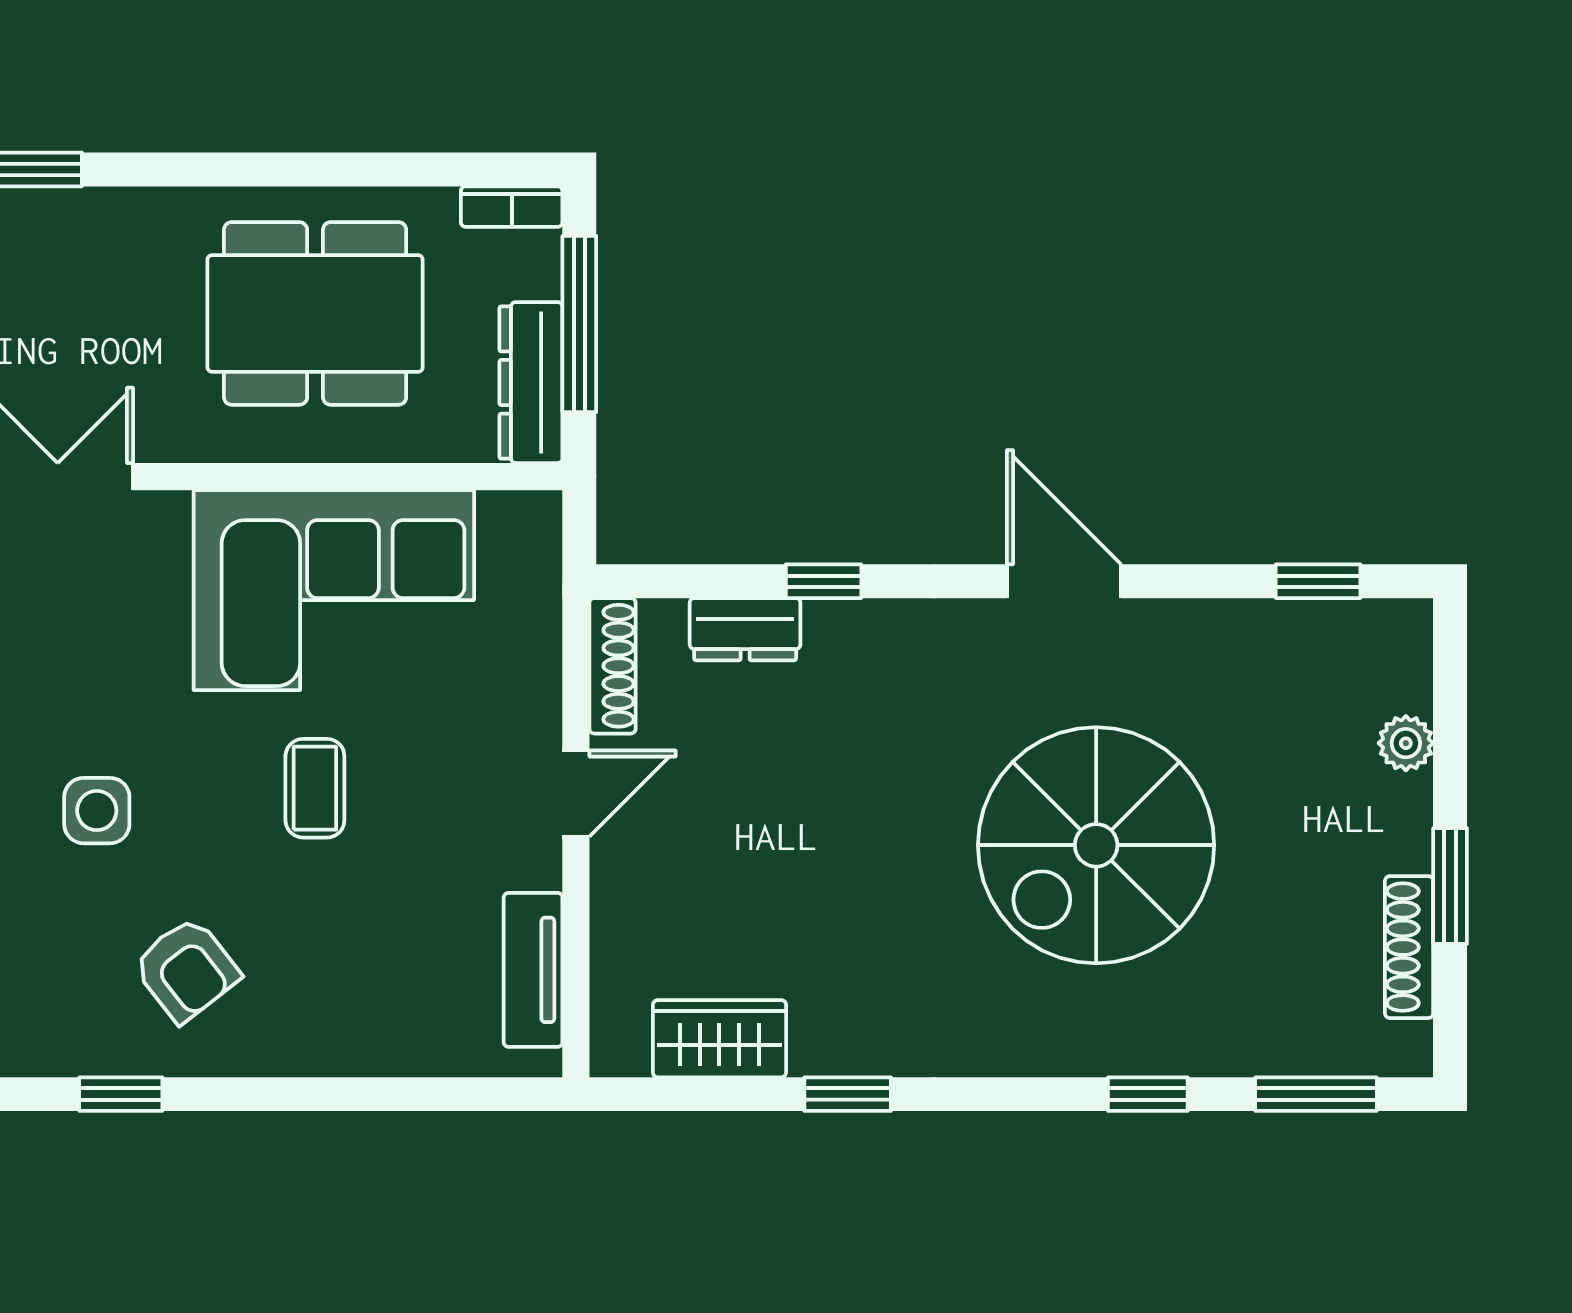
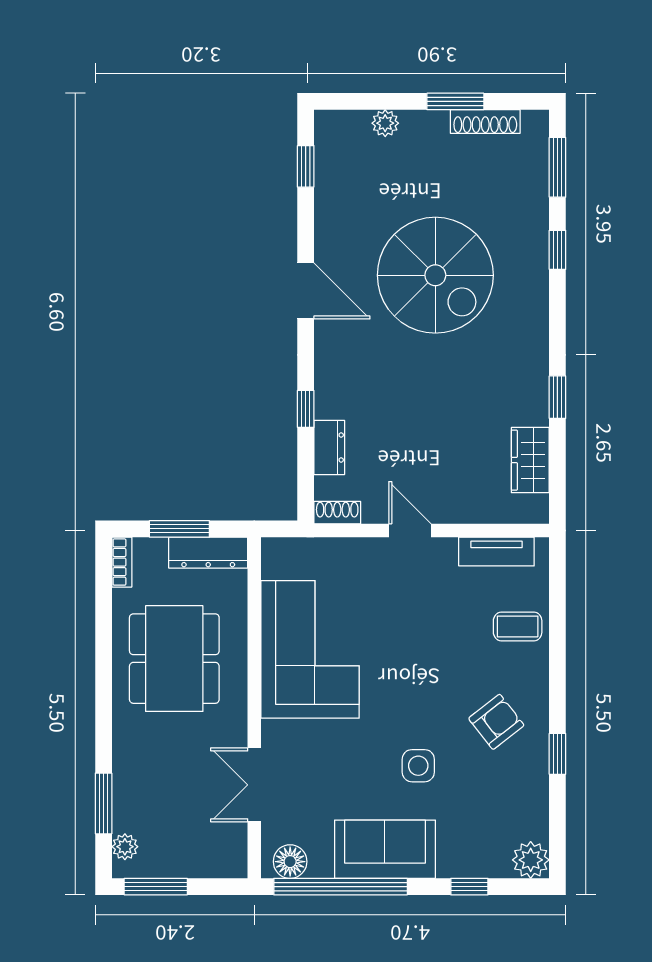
window: (579, 324) -> (179, 529), width x0.69
door: (1064, 581) -> (306, 291), swing flipped
shoe rack: (613, 666) -> (337, 513), width x0.70
coffee table: (315, 788) -> (518, 627), moved

